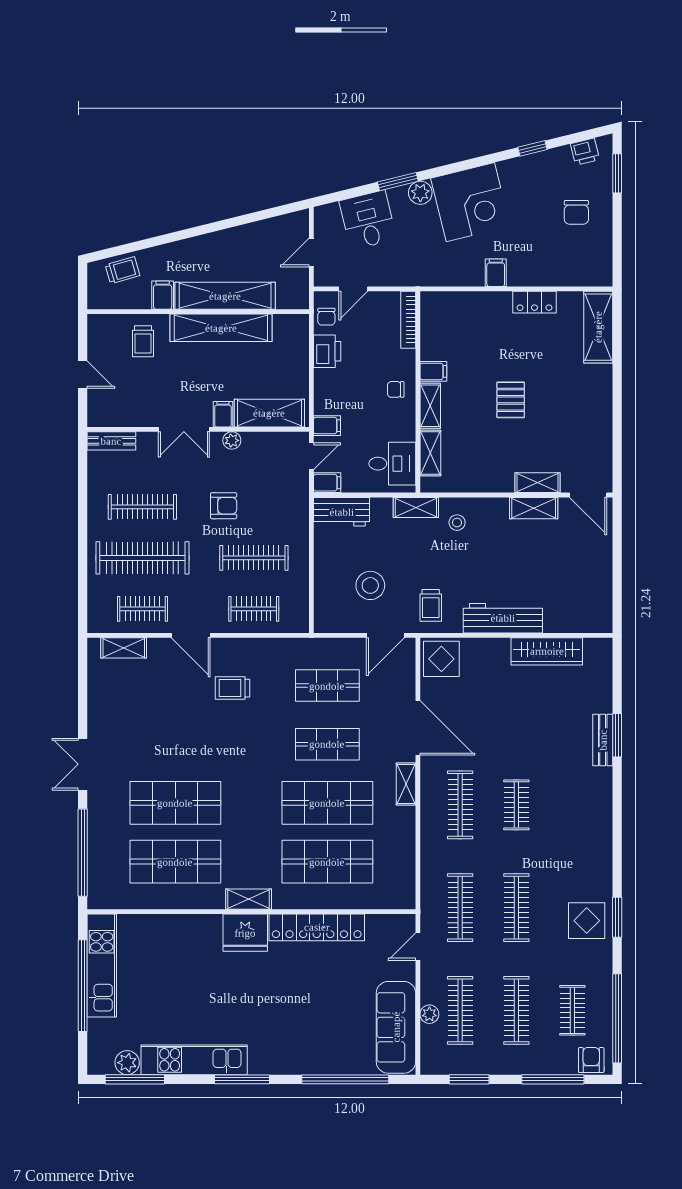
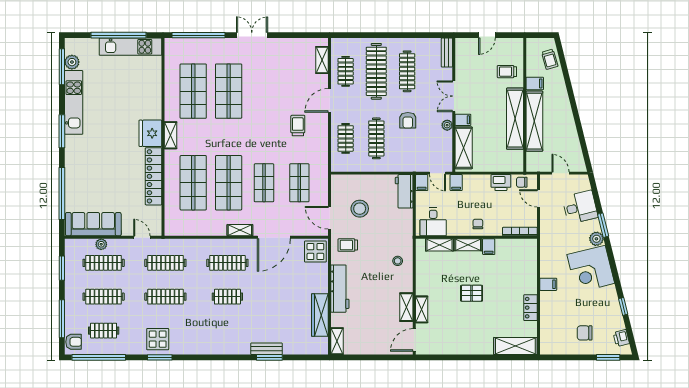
shelving: (416, 507) -> (337, 341), moved

